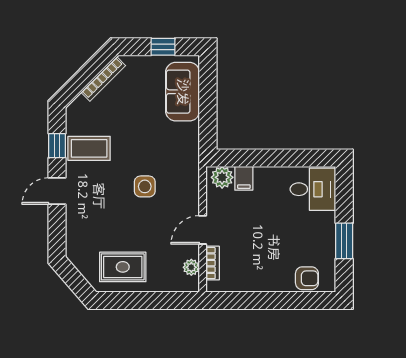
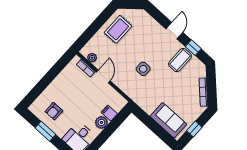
plant: (222, 177) -> (101, 122), moved
armchair: (307, 278) -> (54, 111), moved

